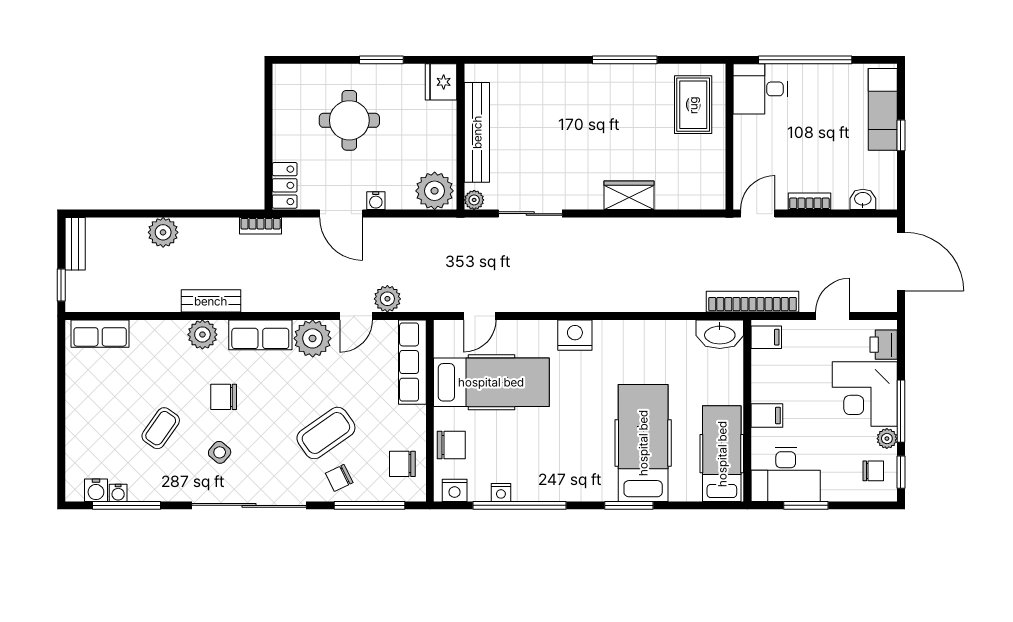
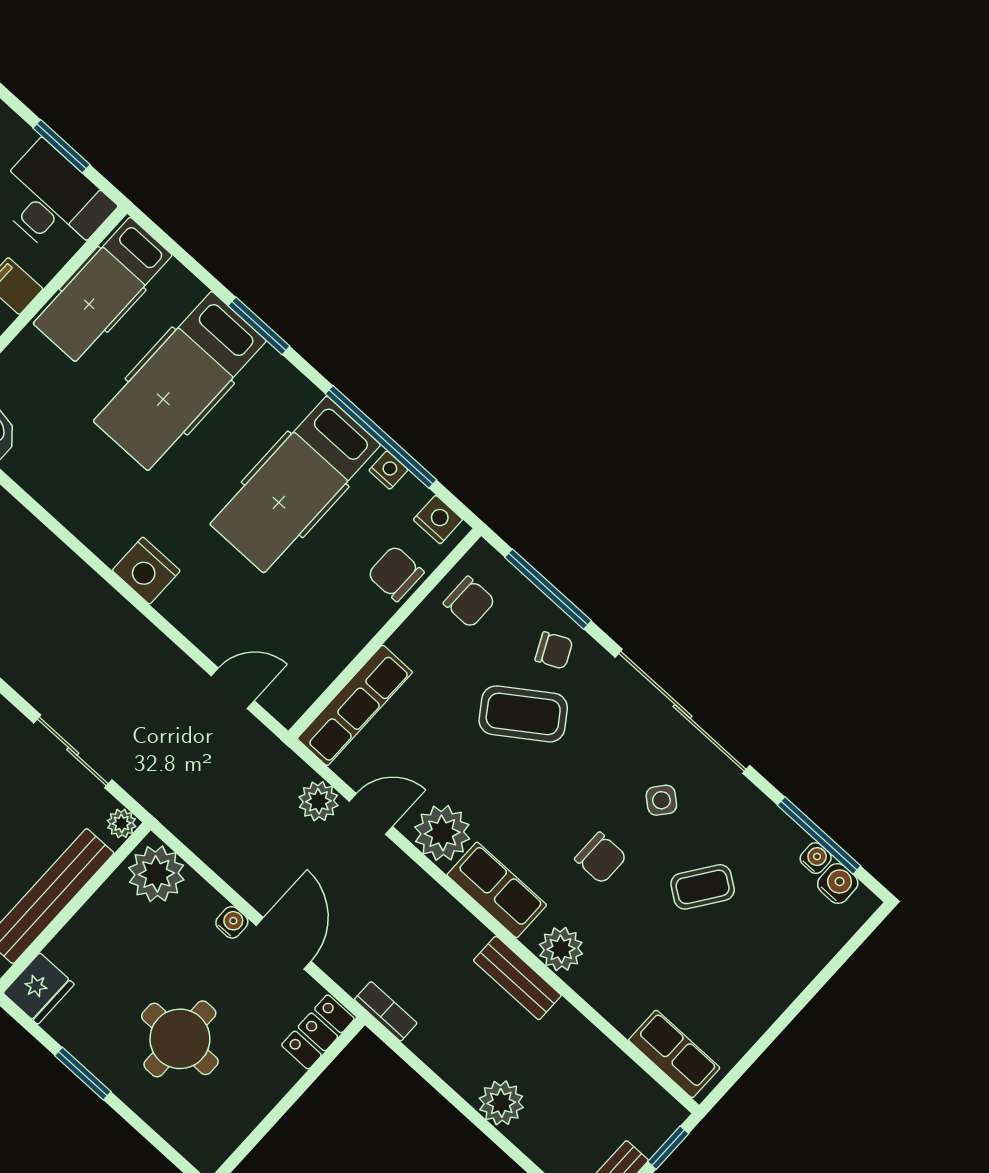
hospital bed: (491, 382) -> (295, 484), moved, turned -90

